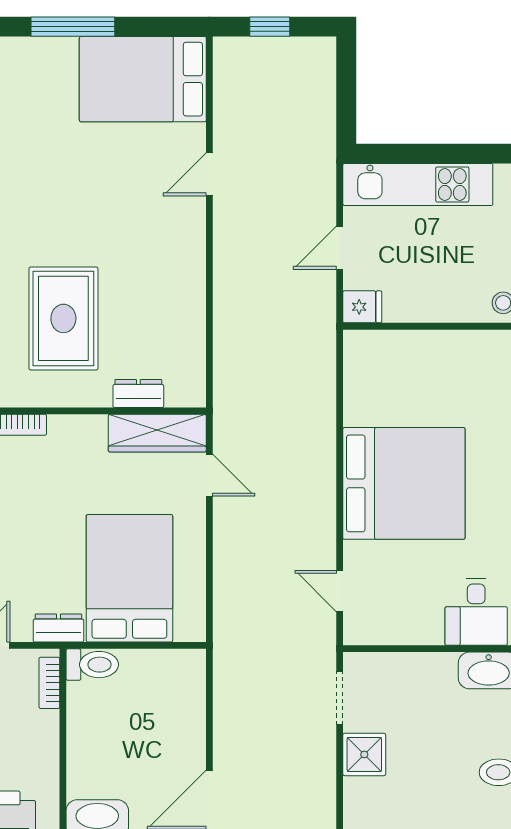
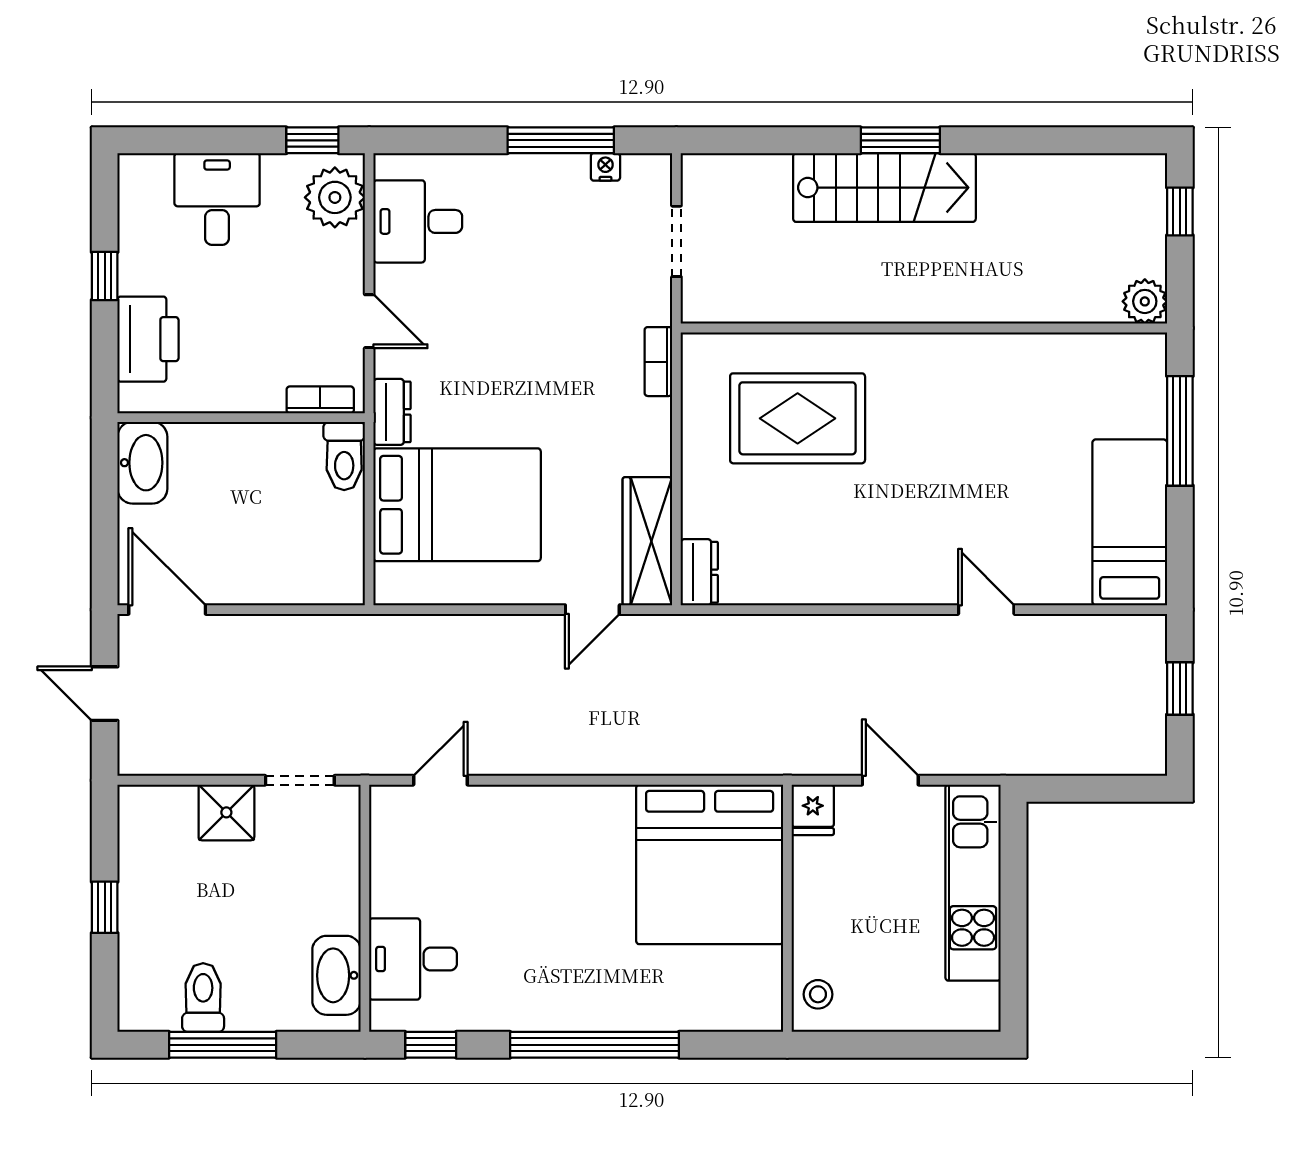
bed: (143, 79) -> (1130, 522), width x0.67
dresser: (138, 393) -> (699, 572), moved
bed: (404, 483) -> (710, 864), moved

